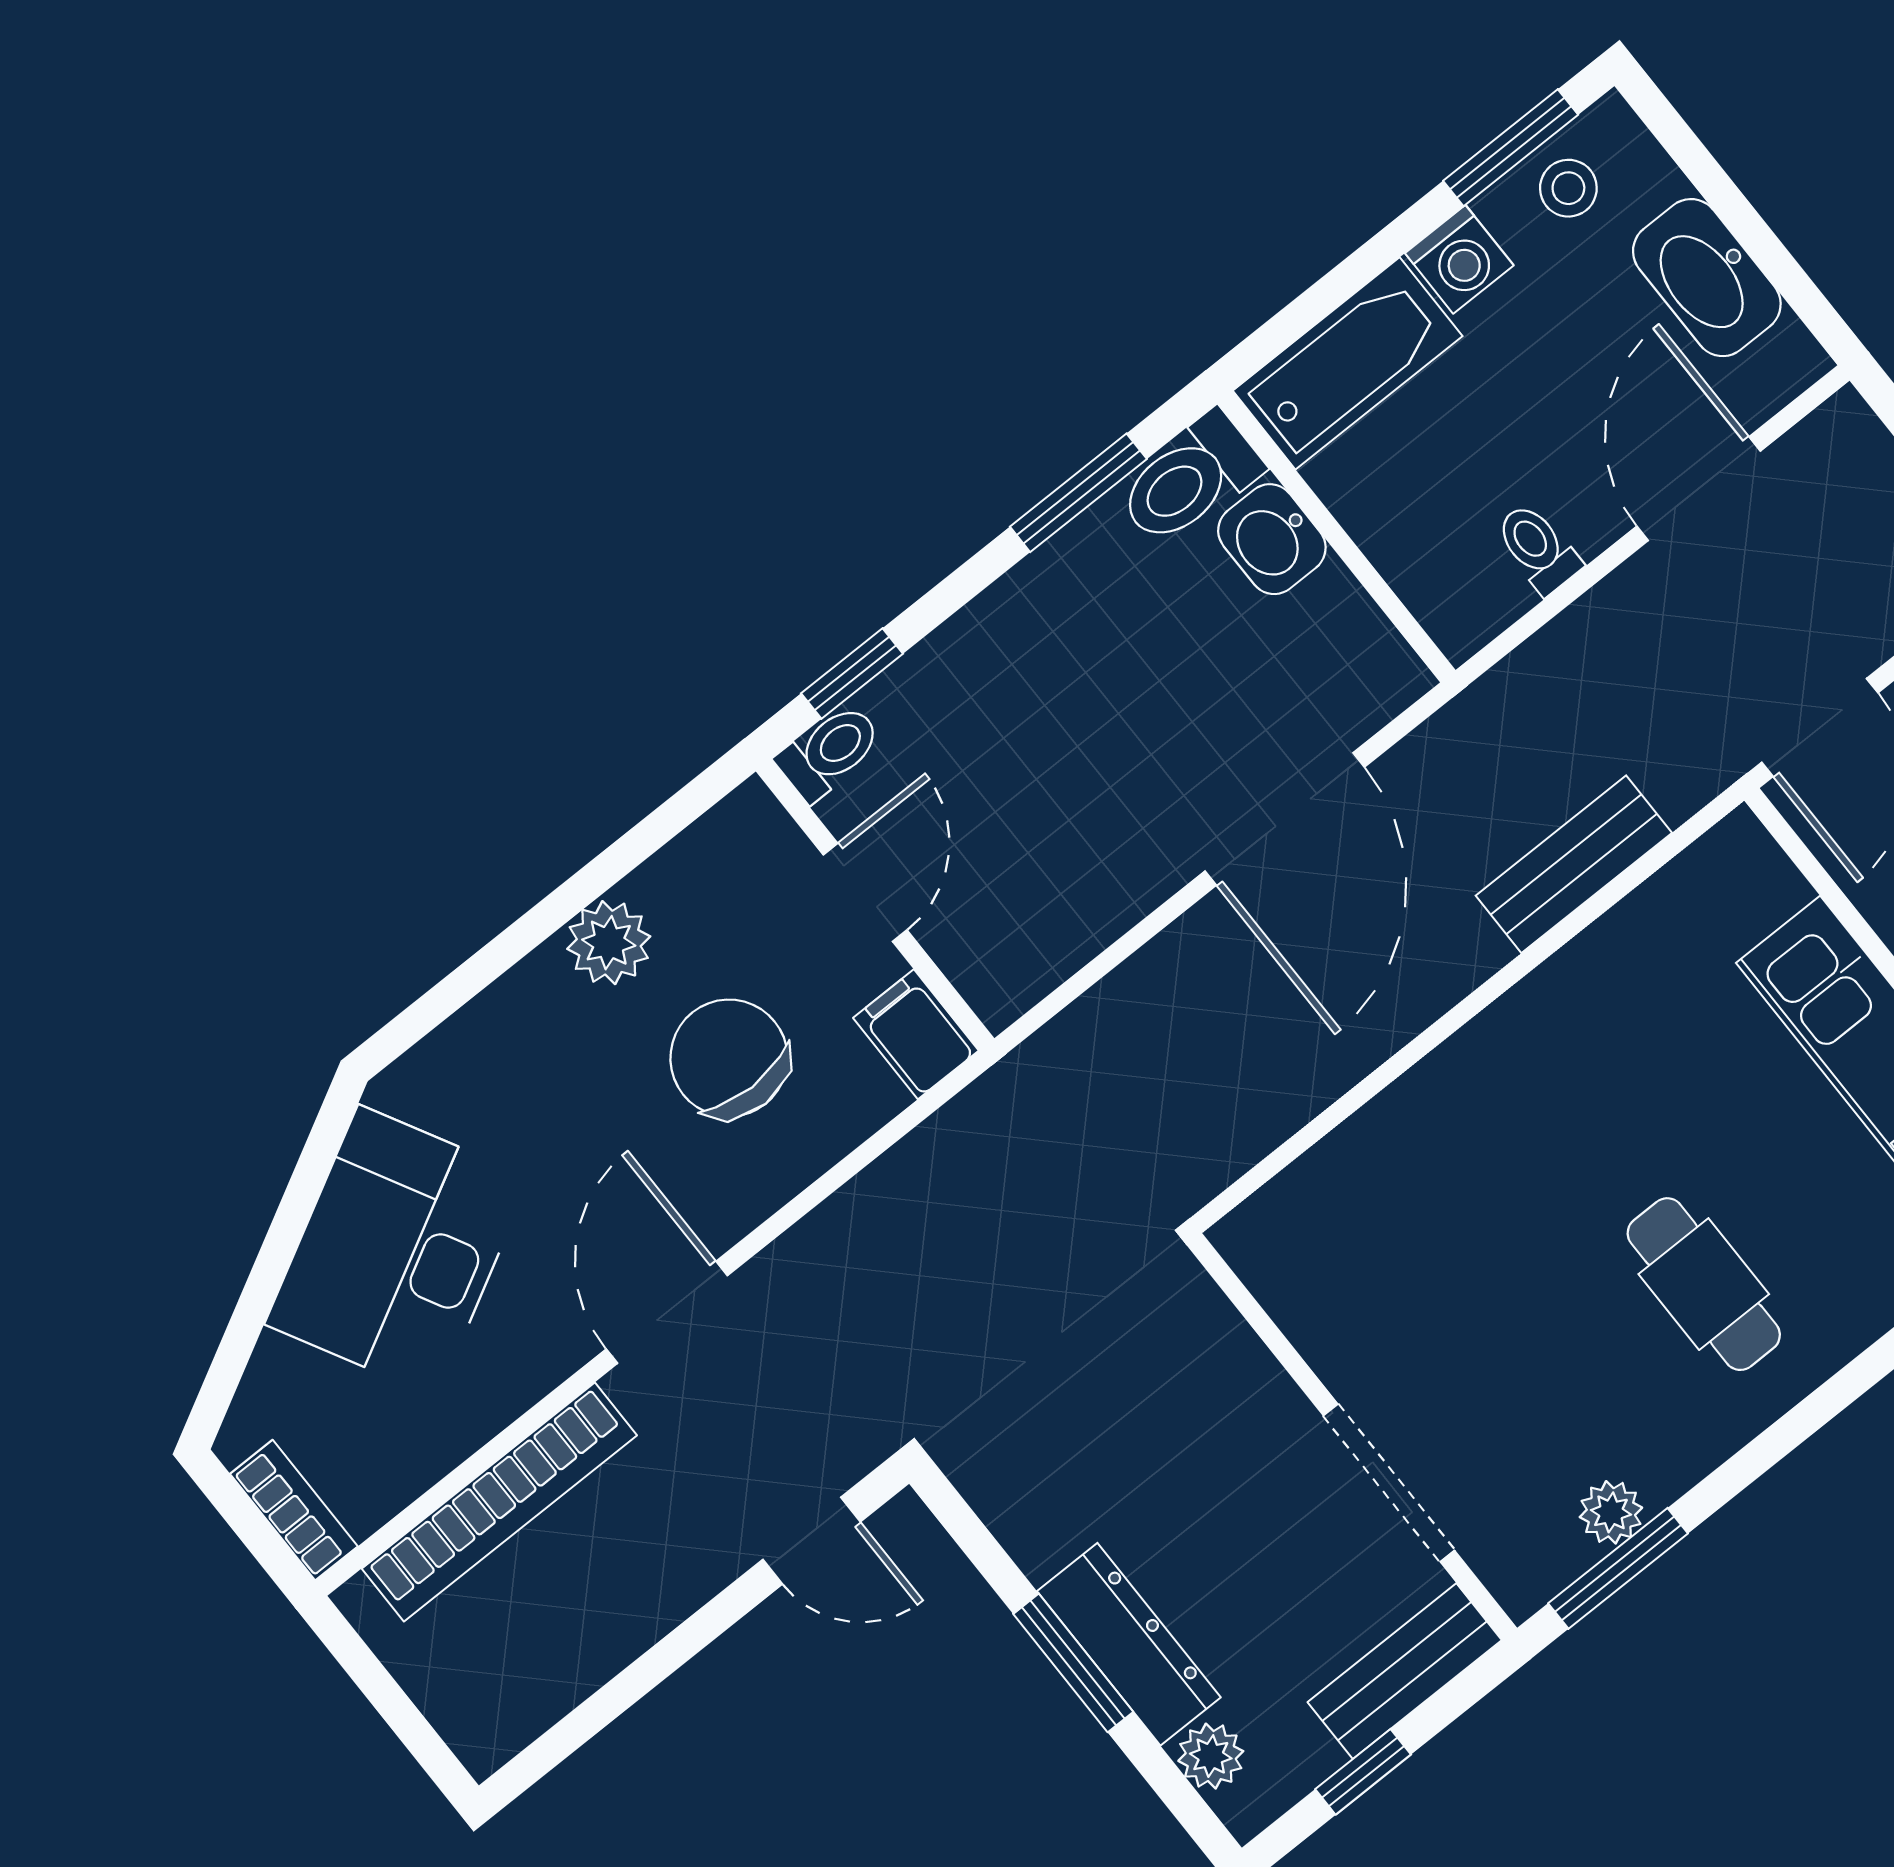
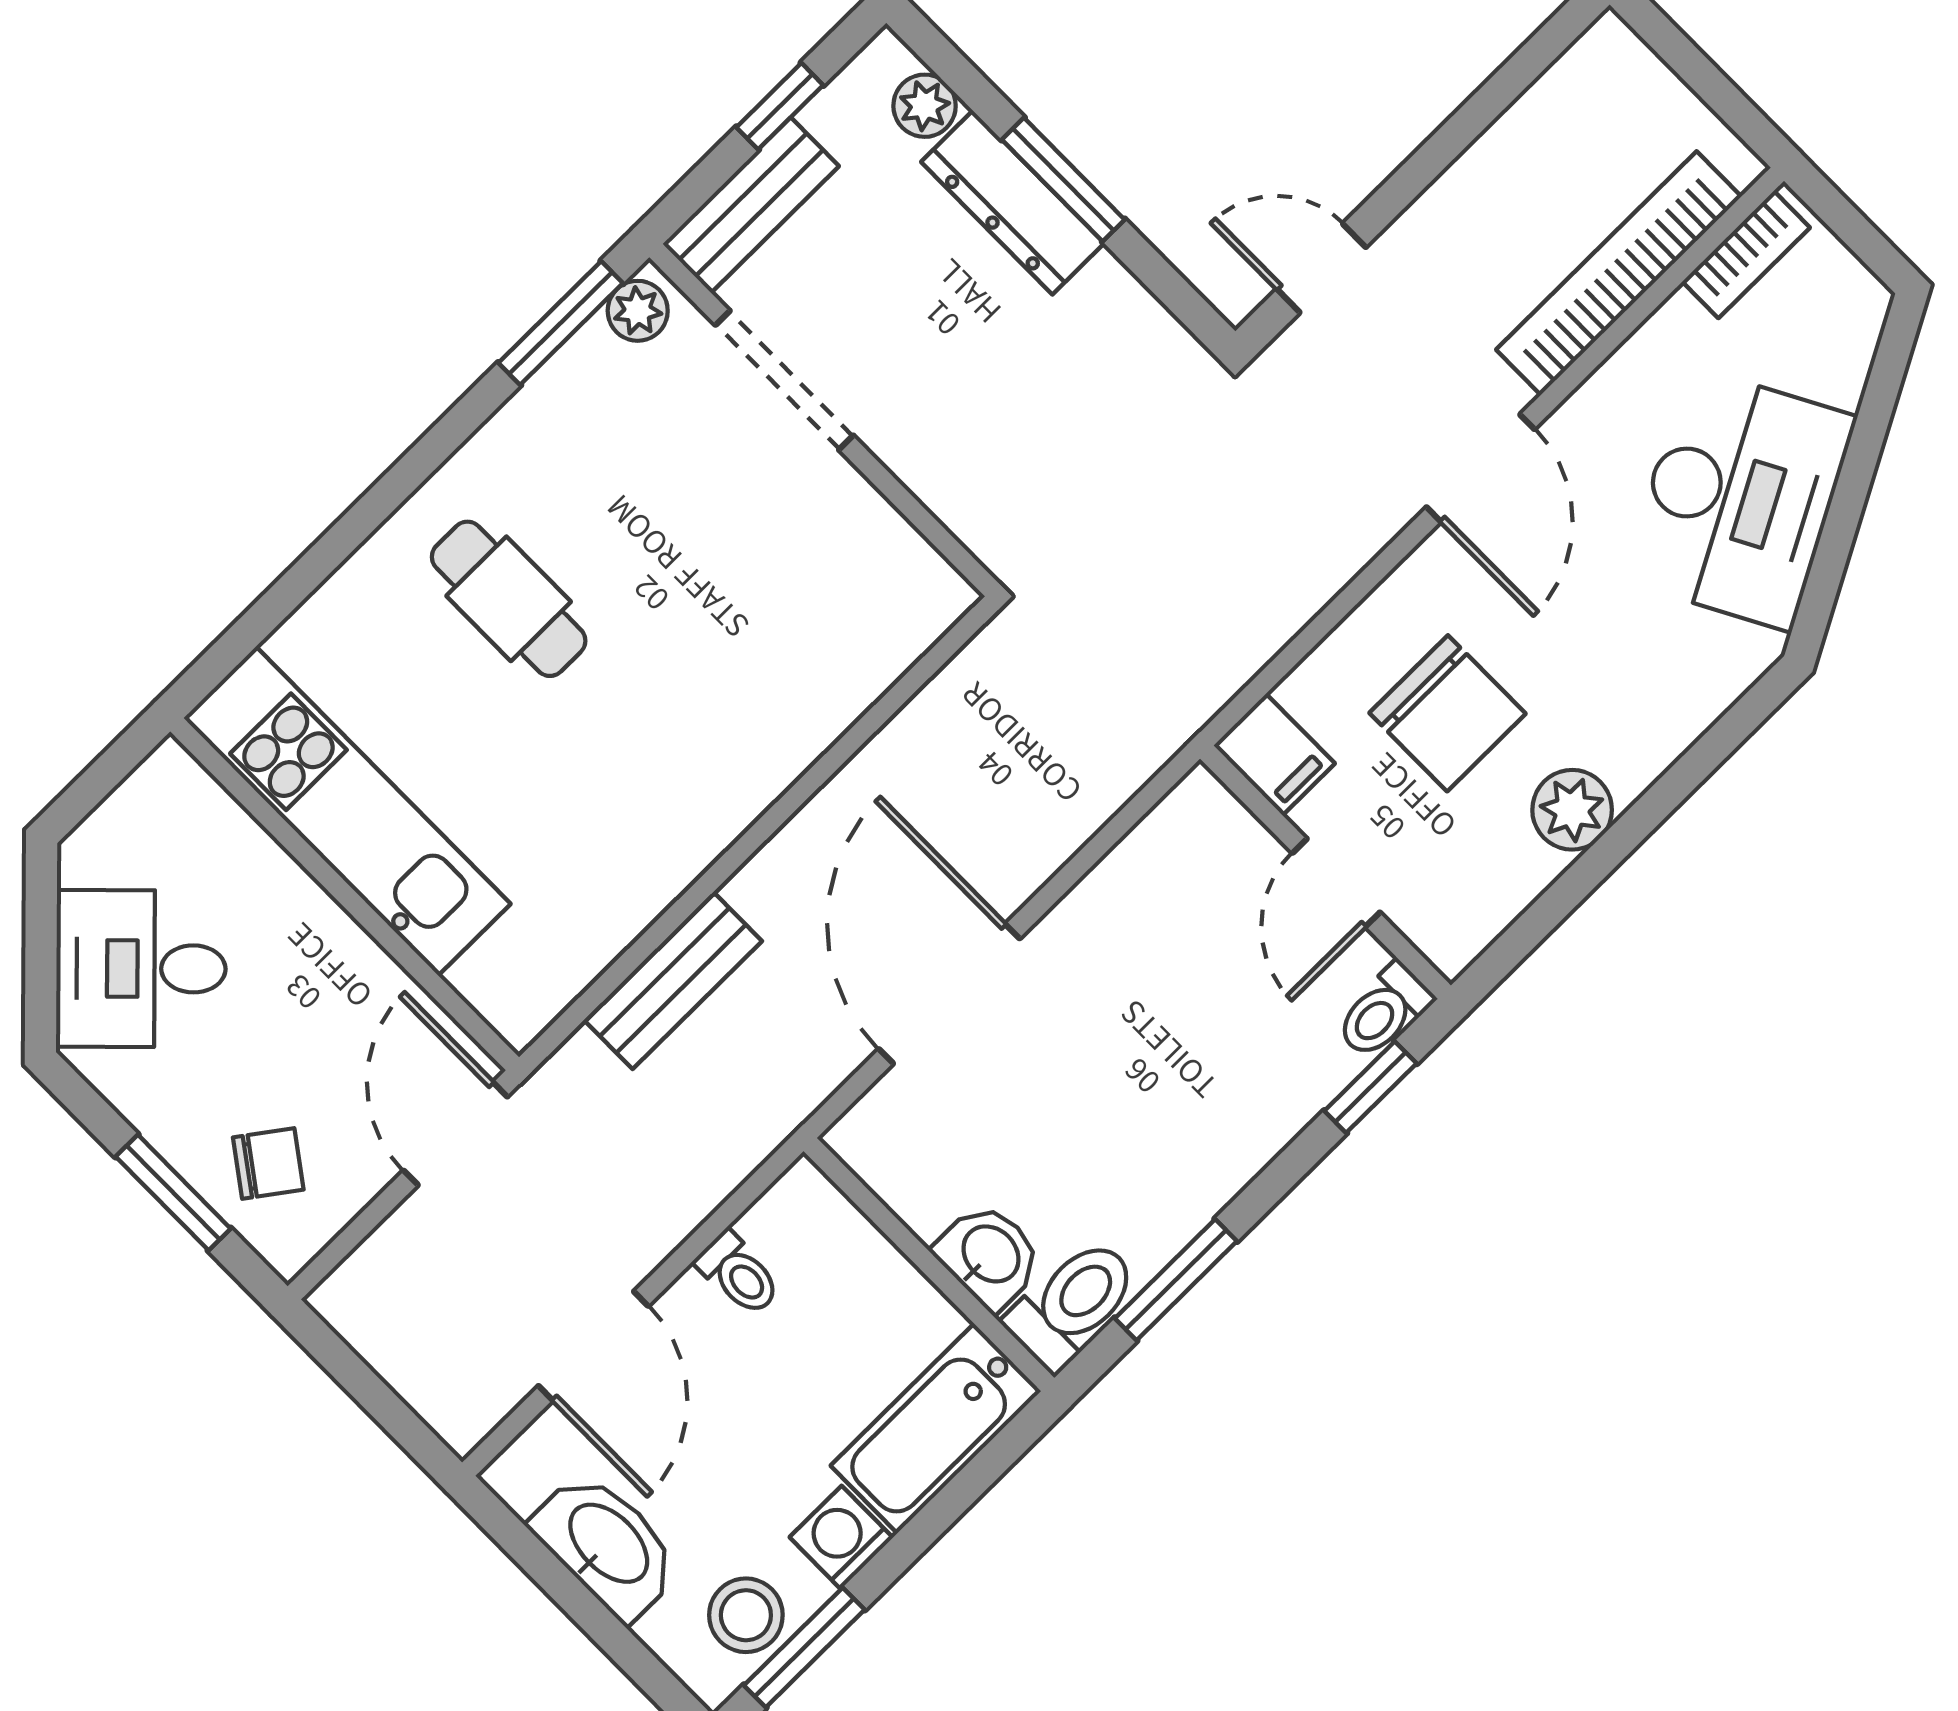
stool: (1568, 188) -> (746, 1615), width x1.37, depth x1.37
bookcase: (294, 1510) -> (1746, 255), moved, turned -90
plant: (1611, 1512) -> (638, 311), moved

